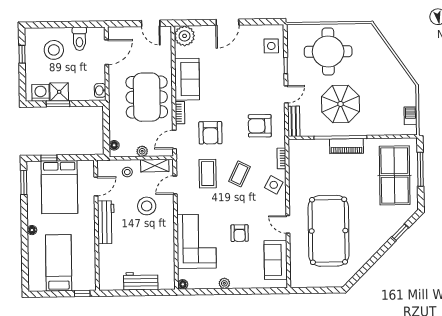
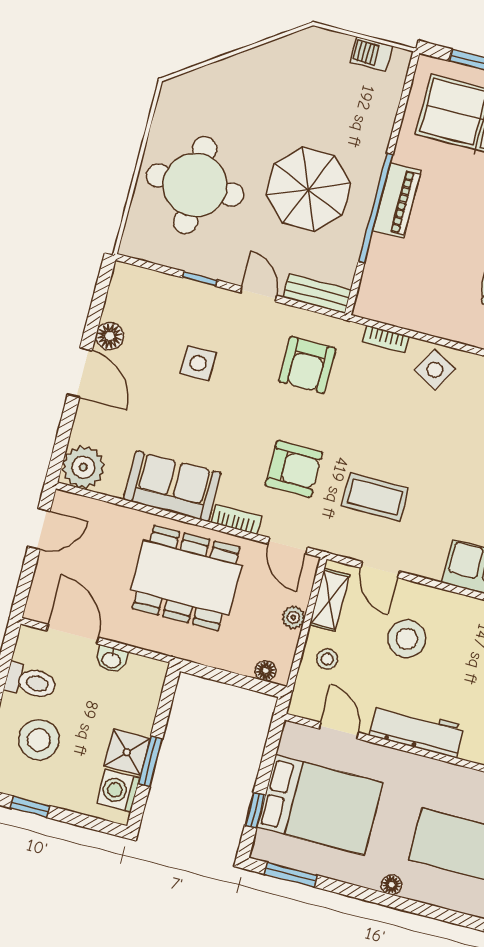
floor lamp: (248, 31) -> (110, 336), added
side table: (271, 46) -> (198, 363), moved
washbasin: (100, 90) -> (111, 659), moved
coffee table: (239, 174) -> (394, 433), removed

